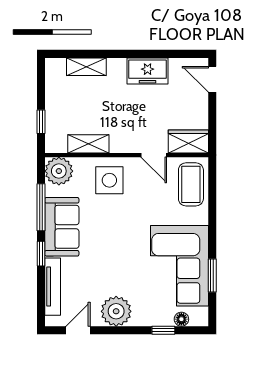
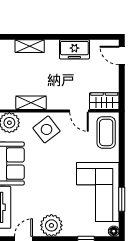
side table: (109, 180) -> (46, 129), turned -38
floor lamp: (181, 319) -> (114, 231), moved

